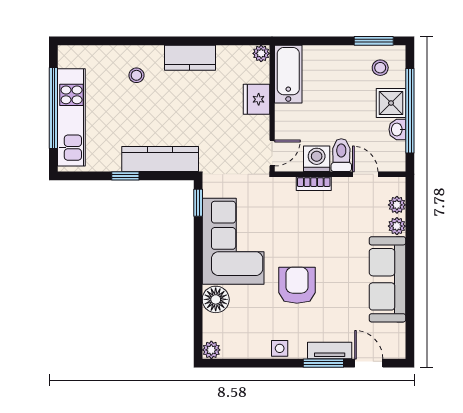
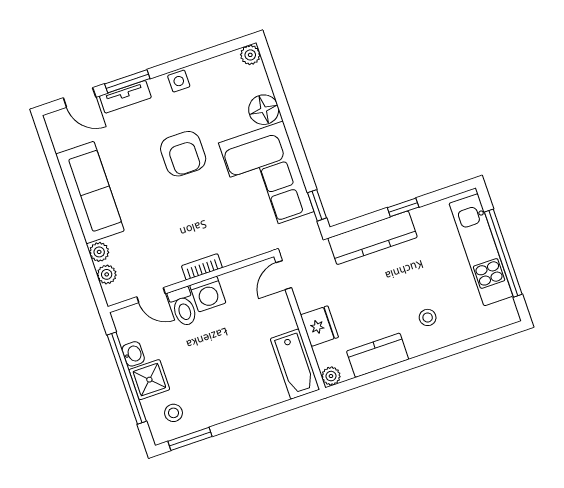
plant: (261, 53) -> (331, 376), moved
bathtub: (288, 74) -> (295, 364), moved
fridge: (256, 99) -> (319, 326), moved
wall: (272, 108) -> (300, 322), moved
door: (272, 153) -> (284, 275), moved

